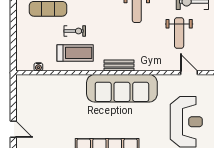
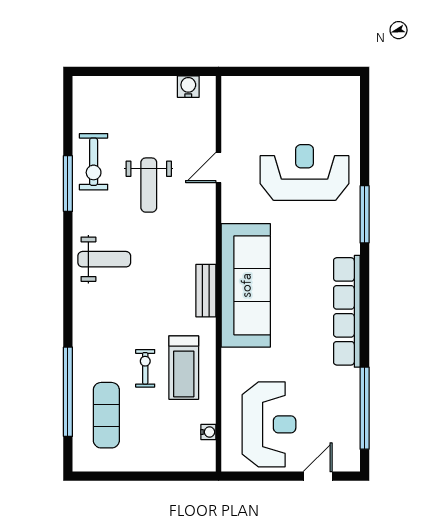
weight bench: (179, 33) -> (149, 185), turned 90
treadmill: (75, 53) -> (184, 368), turned 180
reception desk: (43, 102) -> (269, 424), added

